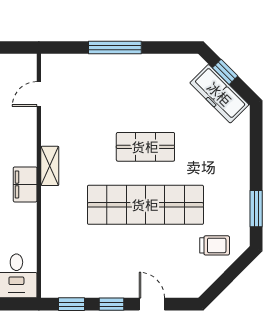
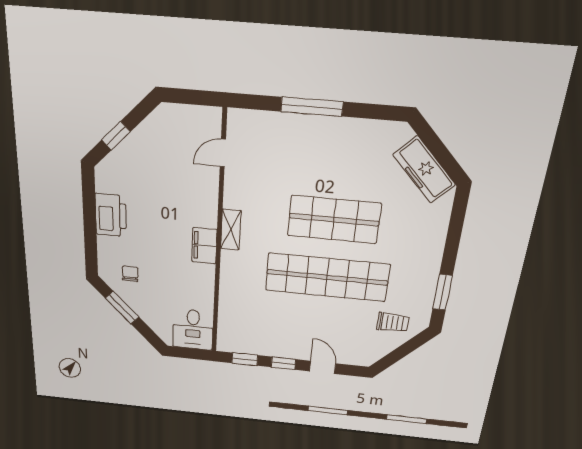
window: (225, 72) -> (435, 146), removed
shop shelf: (145, 147) -> (334, 220), width x1.43, depth x1.36

